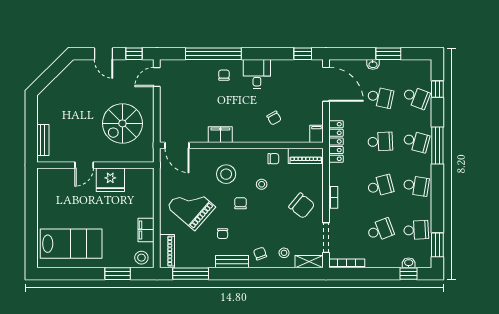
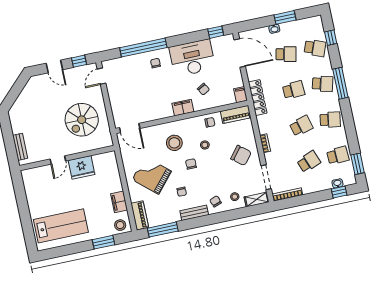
desk: (257, 74) -> (192, 58), width x1.87, depth x1.30
filing cabinet: (220, 135) -> (183, 108), moved

